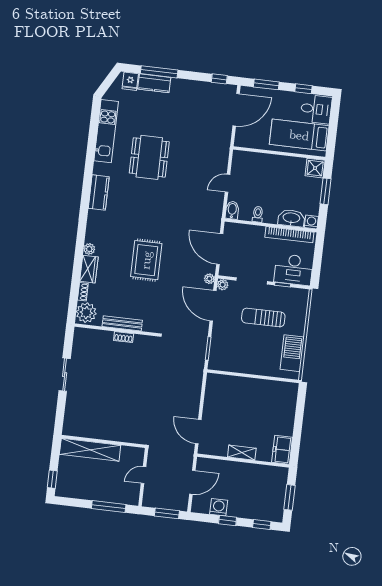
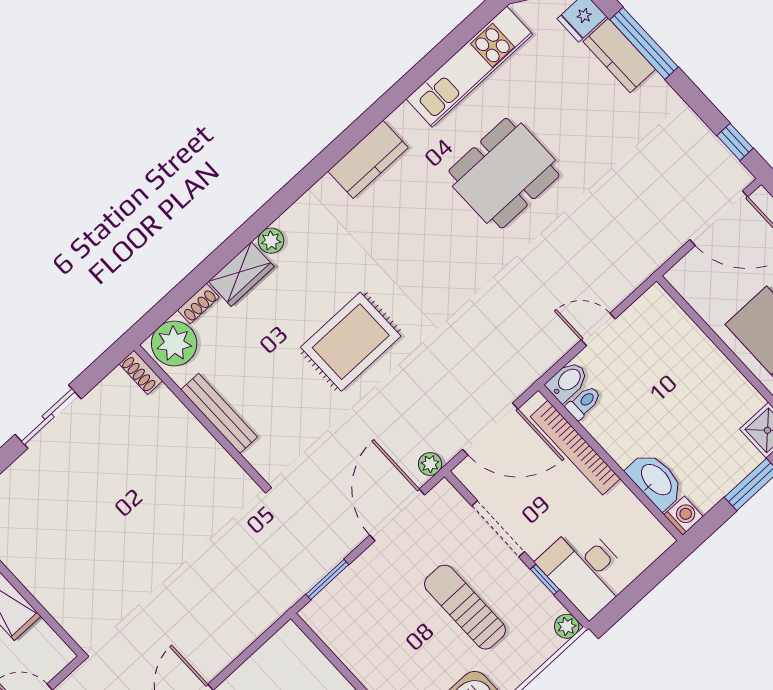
toilet: (258, 214) -> (584, 403), moved
bookcase: (289, 235) -> (575, 448), moved
door: (220, 249) -> (490, 429), swing flipped
plant: (223, 285) -> (567, 626), moved
shoe rack: (124, 337) -> (141, 372), moved

